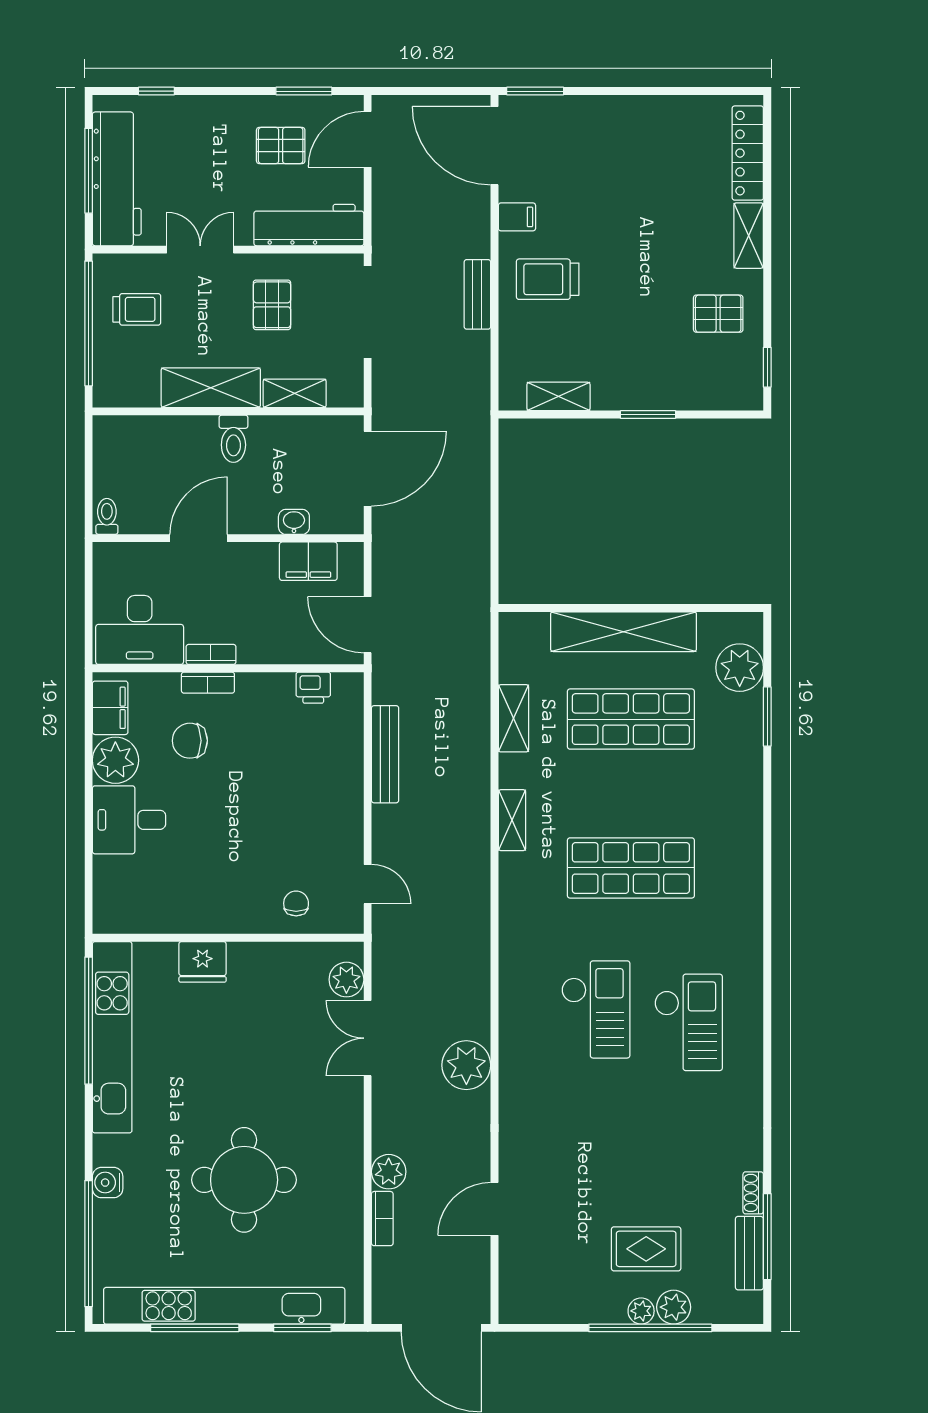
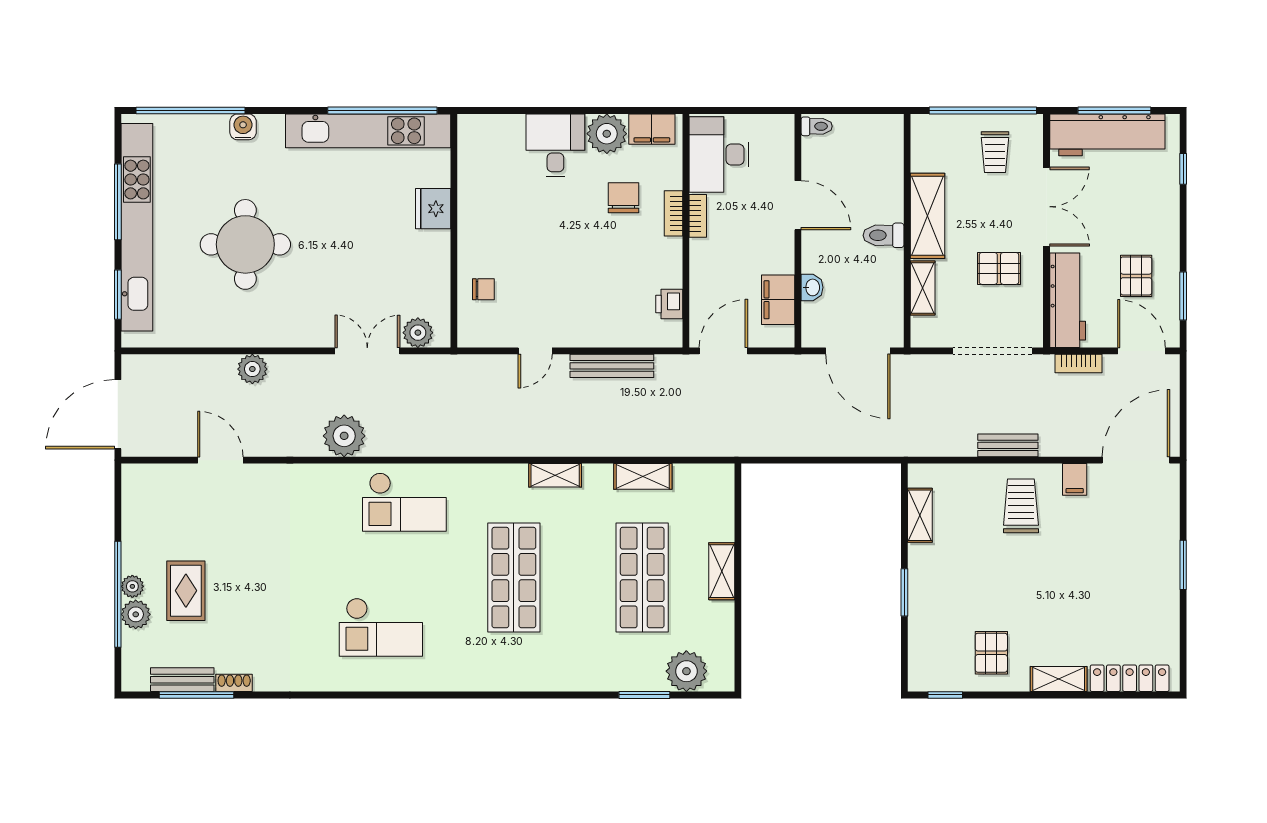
window: (535, 91) -> (1183, 565), moved
double door: (200, 250) -> (1046, 207), width x1.37
shelving: (624, 632) -> (722, 571), width x0.45, depth x0.75
door: (368, 884) -> (535, 351), moved
checkout: (596, 1009) -> (404, 502), moved
bookcase: (382, 1219) -> (1079, 363), moved

